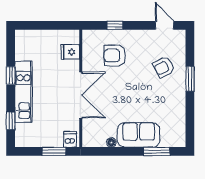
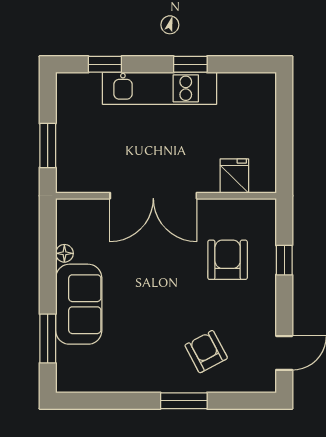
dishwasher: (70, 139) -> (70, 175), removed

